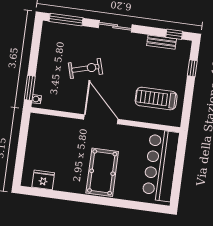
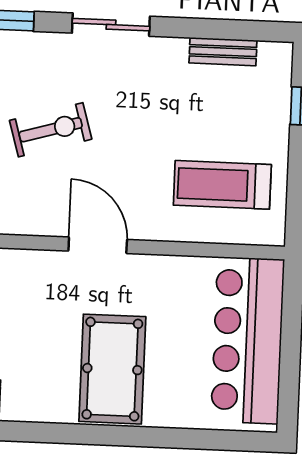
window: (174, 34) -> (251, 30), removed
door: (101, 119) -> (98, 245), width x0.73

